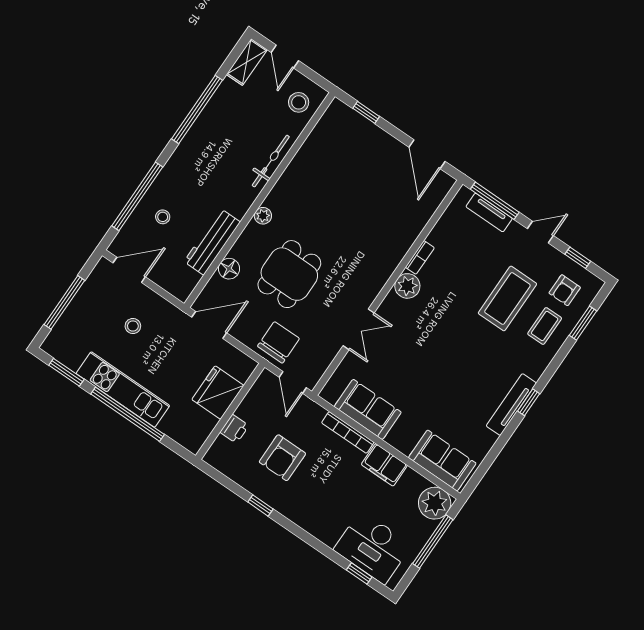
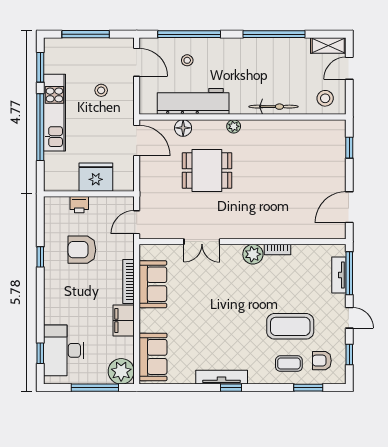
workbench: (212, 242) -> (193, 101), width x1.36, depth x1.32
chair: (278, 342) -> (157, 194), removed

